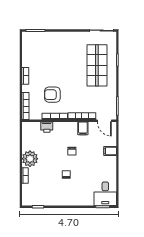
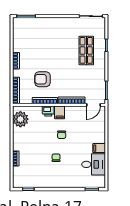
shop shelf: (97, 65) -> (86, 50), width x0.70, depth x0.74
door: (104, 121) -> (93, 105), hinge flipped
printer: (47, 127) -> (48, 111), moved
filing cabinet: (83, 128) -> (60, 112), moved
filing cabinet: (110, 151) -> (99, 148), moved
plant: (30, 159) -> (20, 119), moved
desk: (105, 194) -> (94, 164), moved, turned -90

